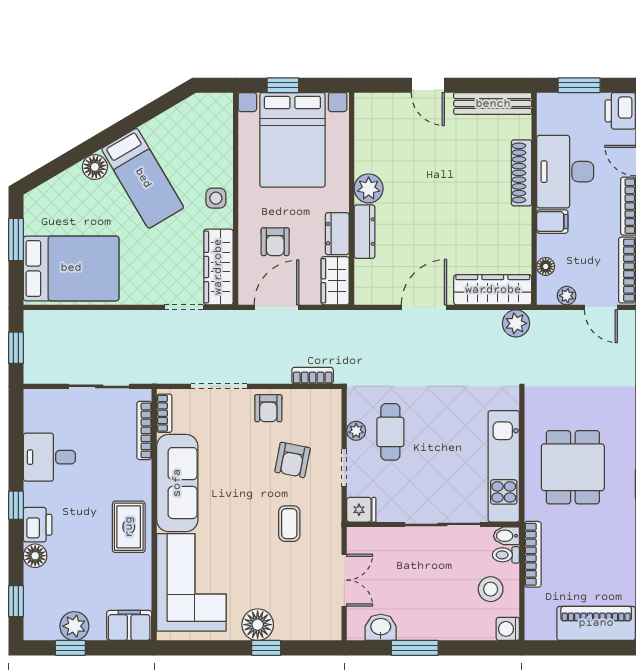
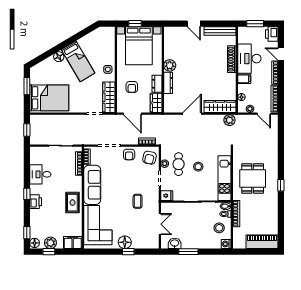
door: (276, 307) -> (132, 114), swing flipped
stool: (439, 438) -> (198, 167), added
armchair: (293, 460) -> (150, 158), moved
floor lamp: (35, 556) -> (35, 243), moved

